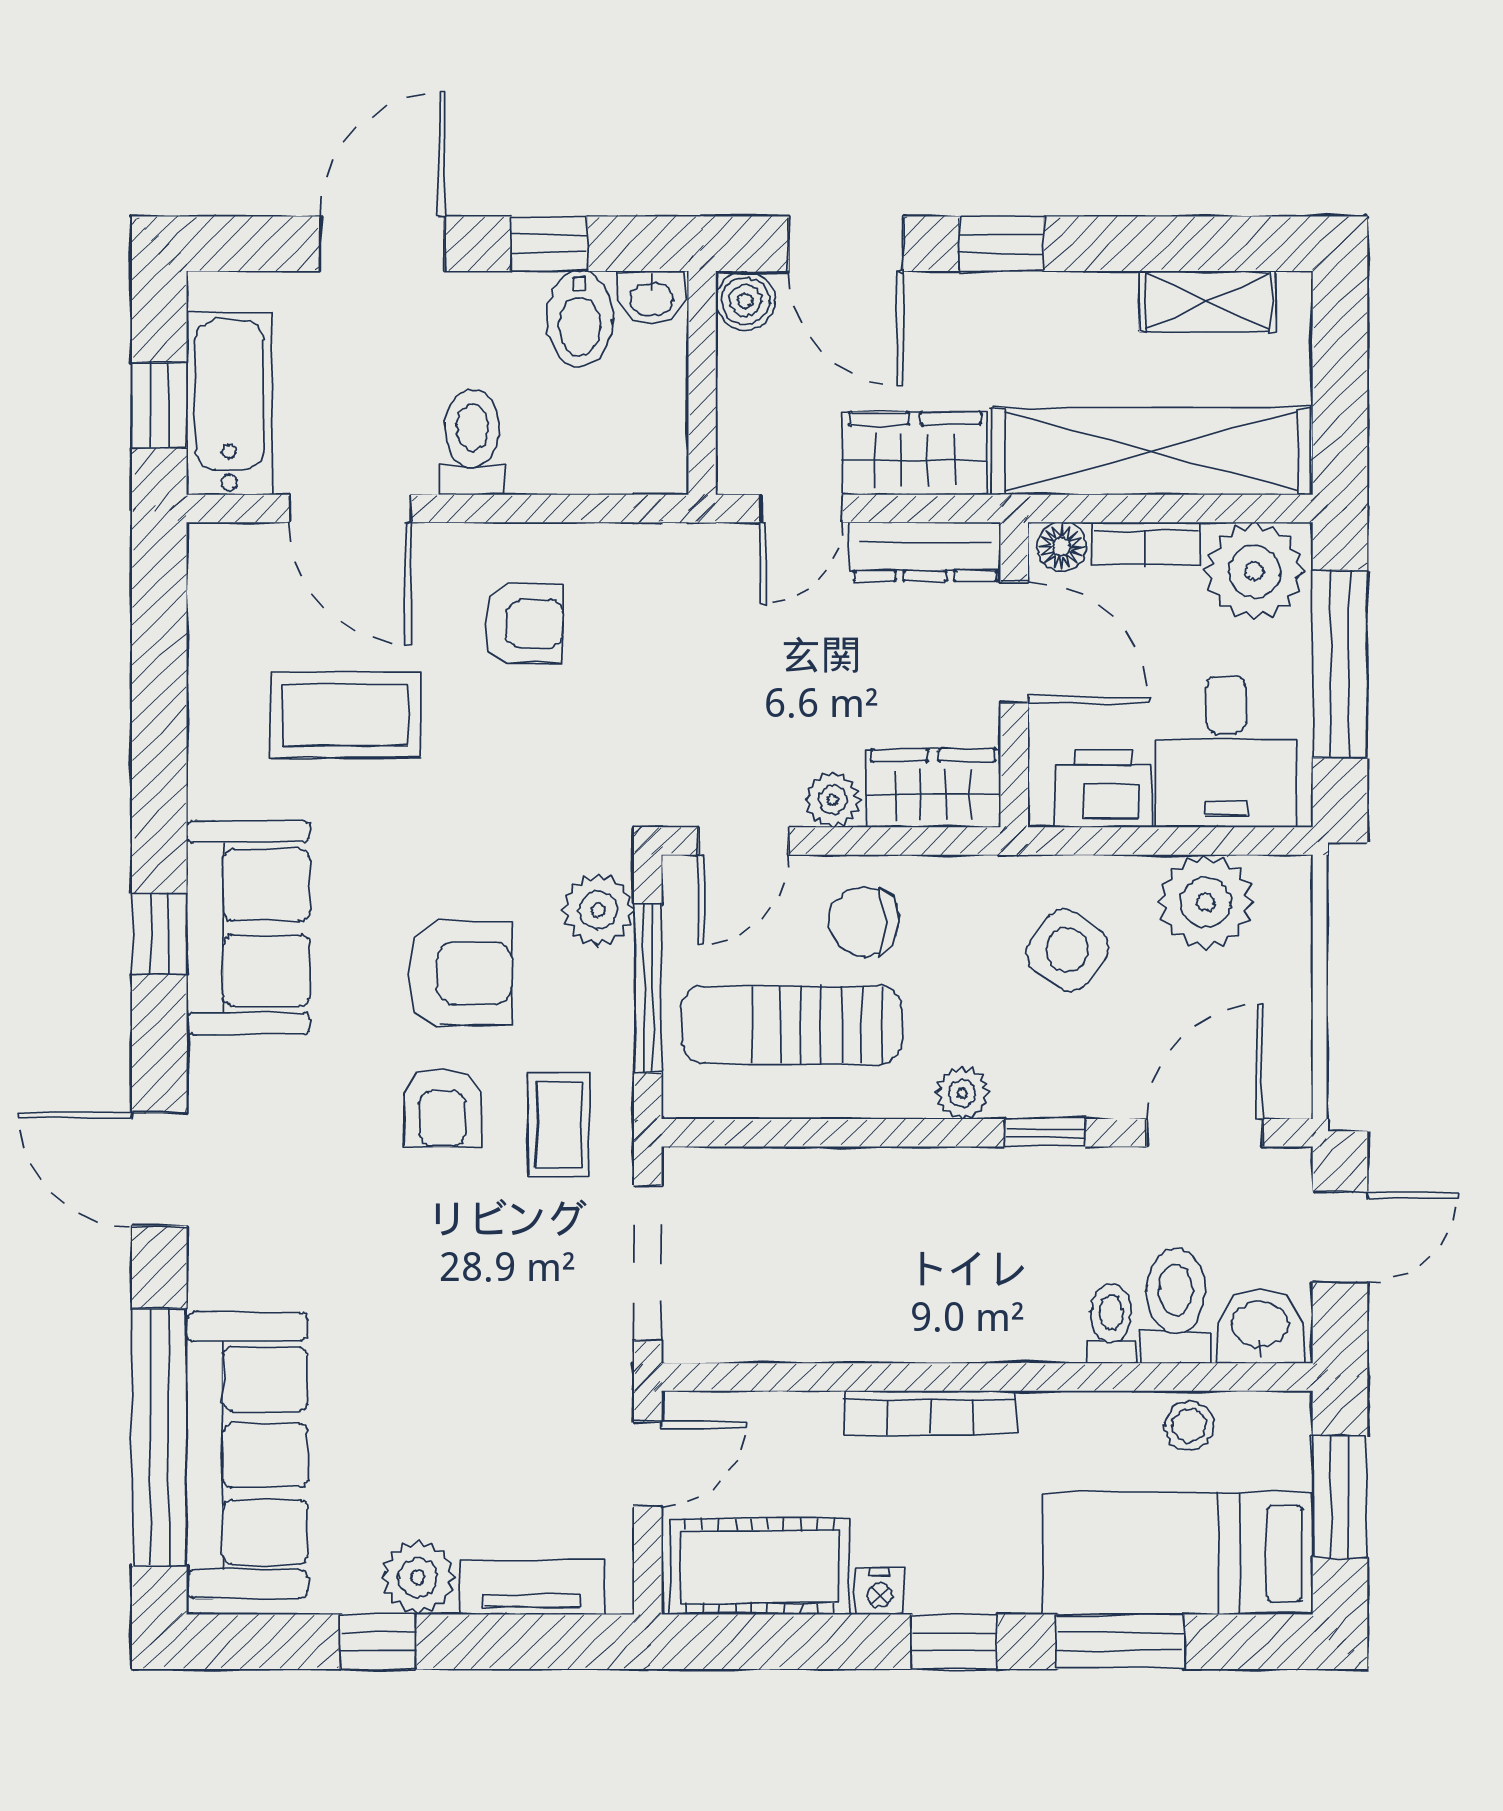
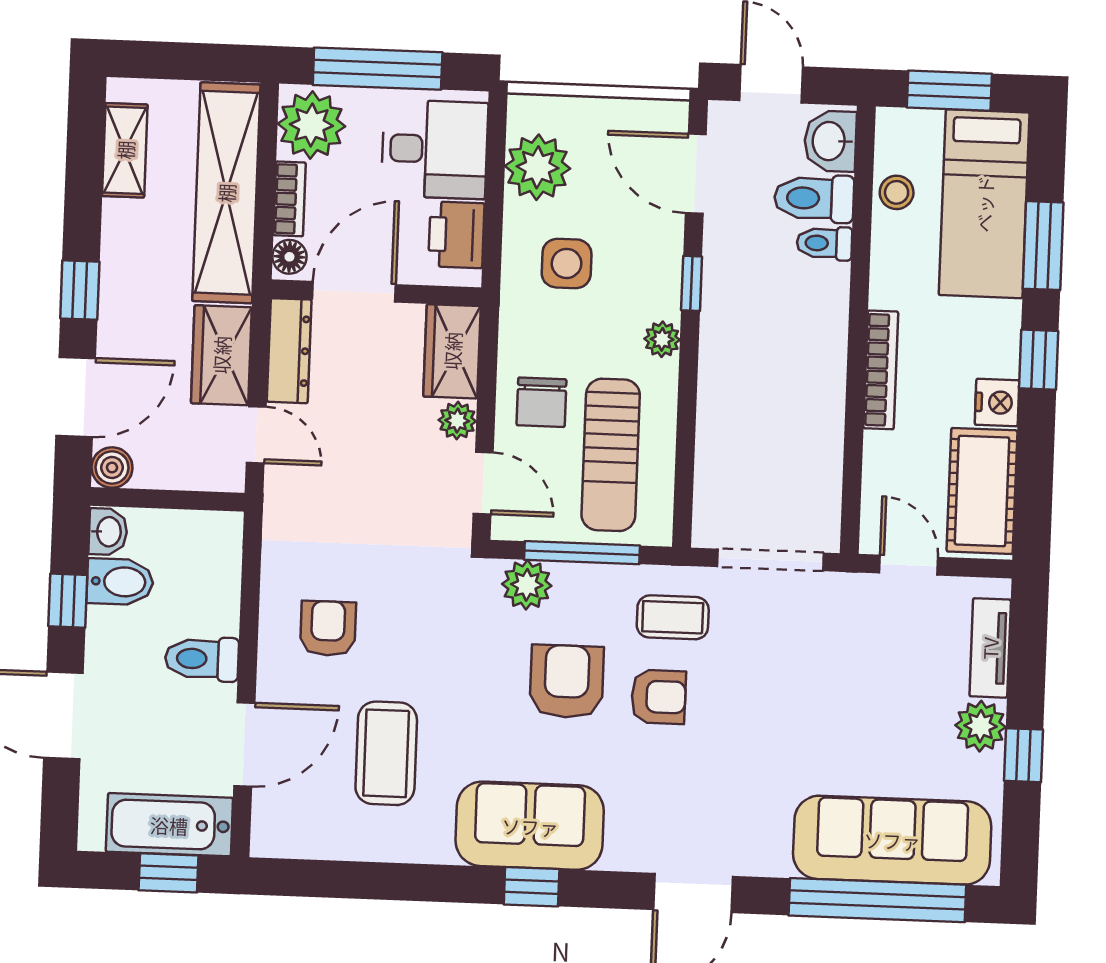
side table: (1067, 950) -> (567, 263), turned -36
nightstand: (880, 1592) -> (997, 402), width x1.39, depth x1.35

